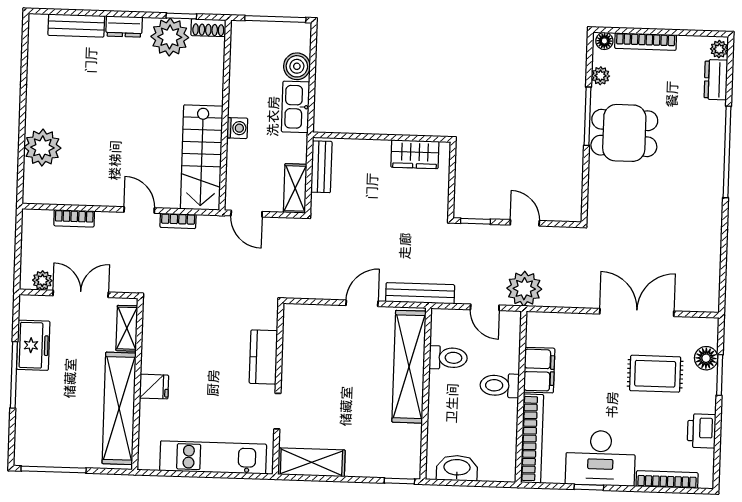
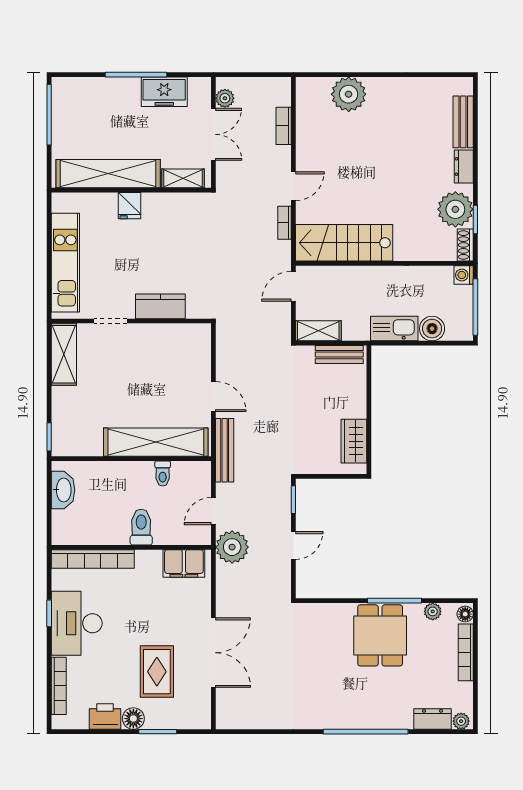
washing machine: (237, 128) -> (464, 275), moved, turned 90
toilet: (448, 358) -> (163, 474), width x0.73, depth x0.72
floor lamp: (706, 358) -> (133, 719), moved
filing cabinet: (539, 370) -> (184, 564), moved

